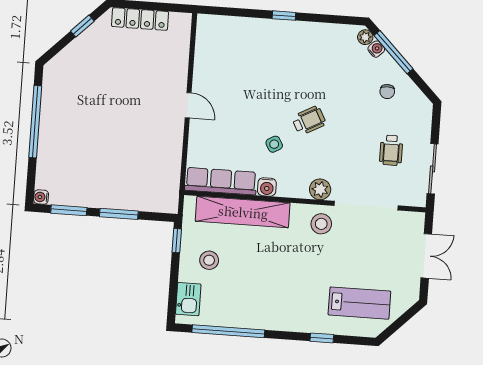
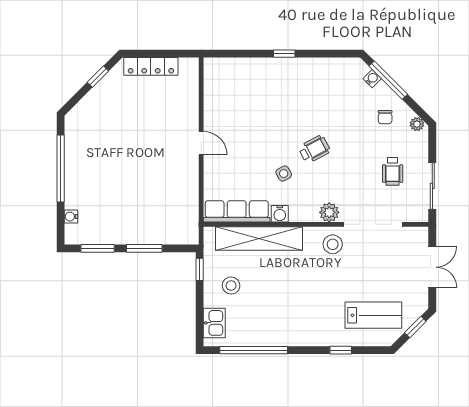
plant: (365, 37) -> (417, 124), moved
water cooler: (41, 197) -> (71, 217), moved
window: (404, 319) -> (415, 327), added

